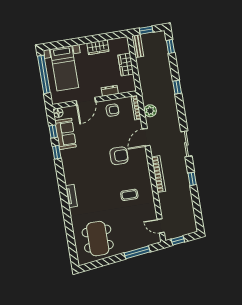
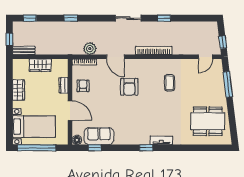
window: (57, 152) -> (146, 148), moved
armchair: (119, 156) -> (129, 87), turned 180

